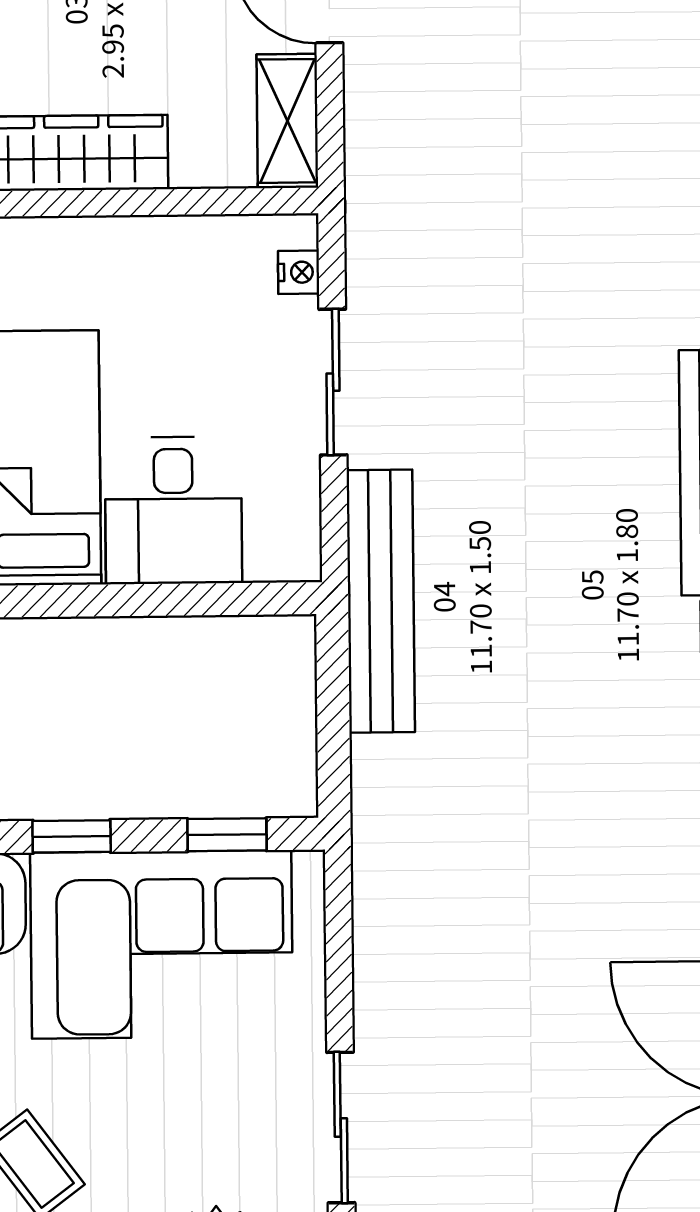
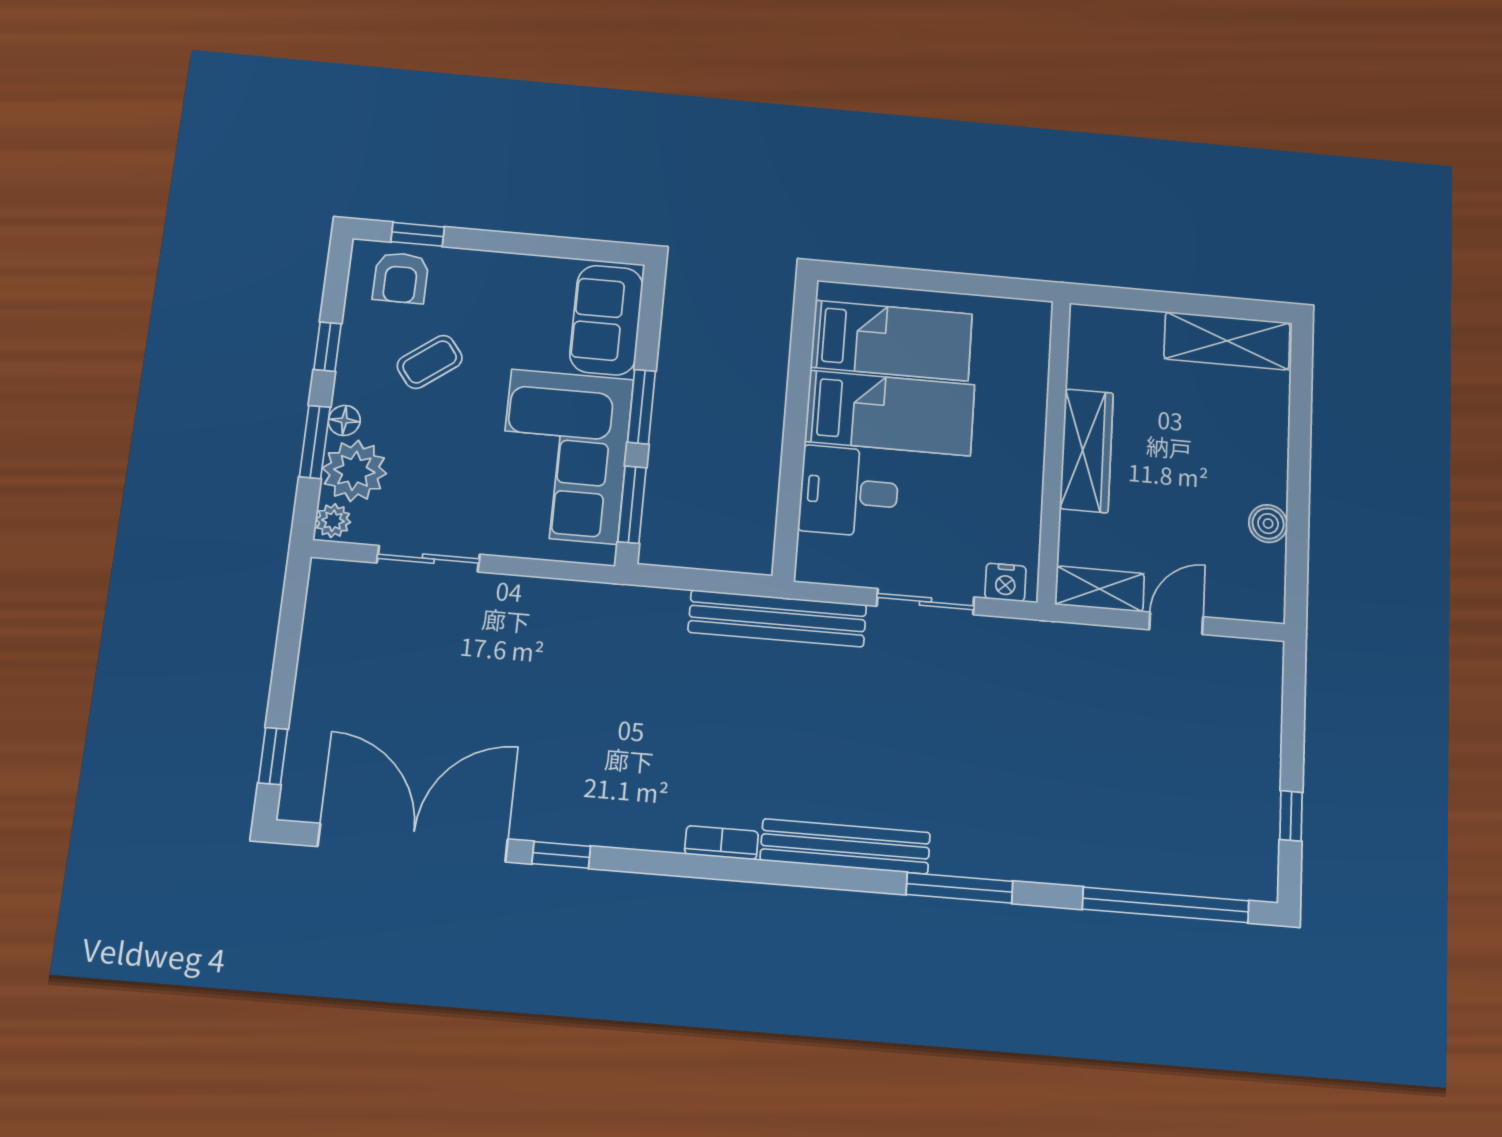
nightstand: (299, 272) -> (1005, 582), width x1.39, depth x1.35
window: (227, 835) -> (632, 505), width x1.50
window: (72, 836) -> (642, 407), width x1.50

